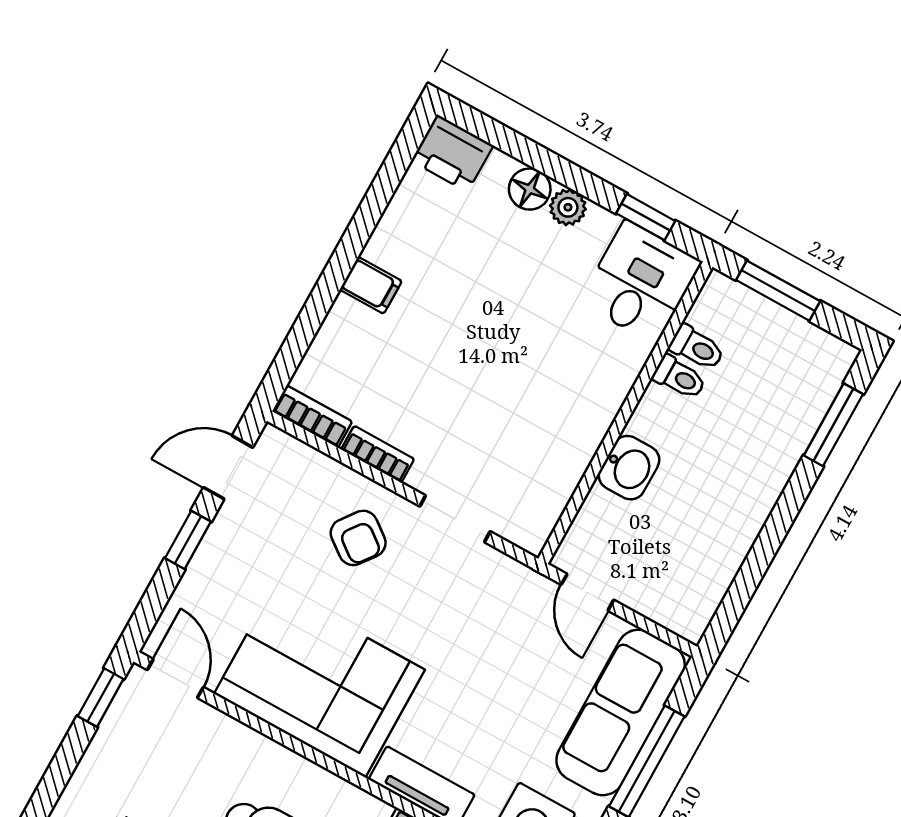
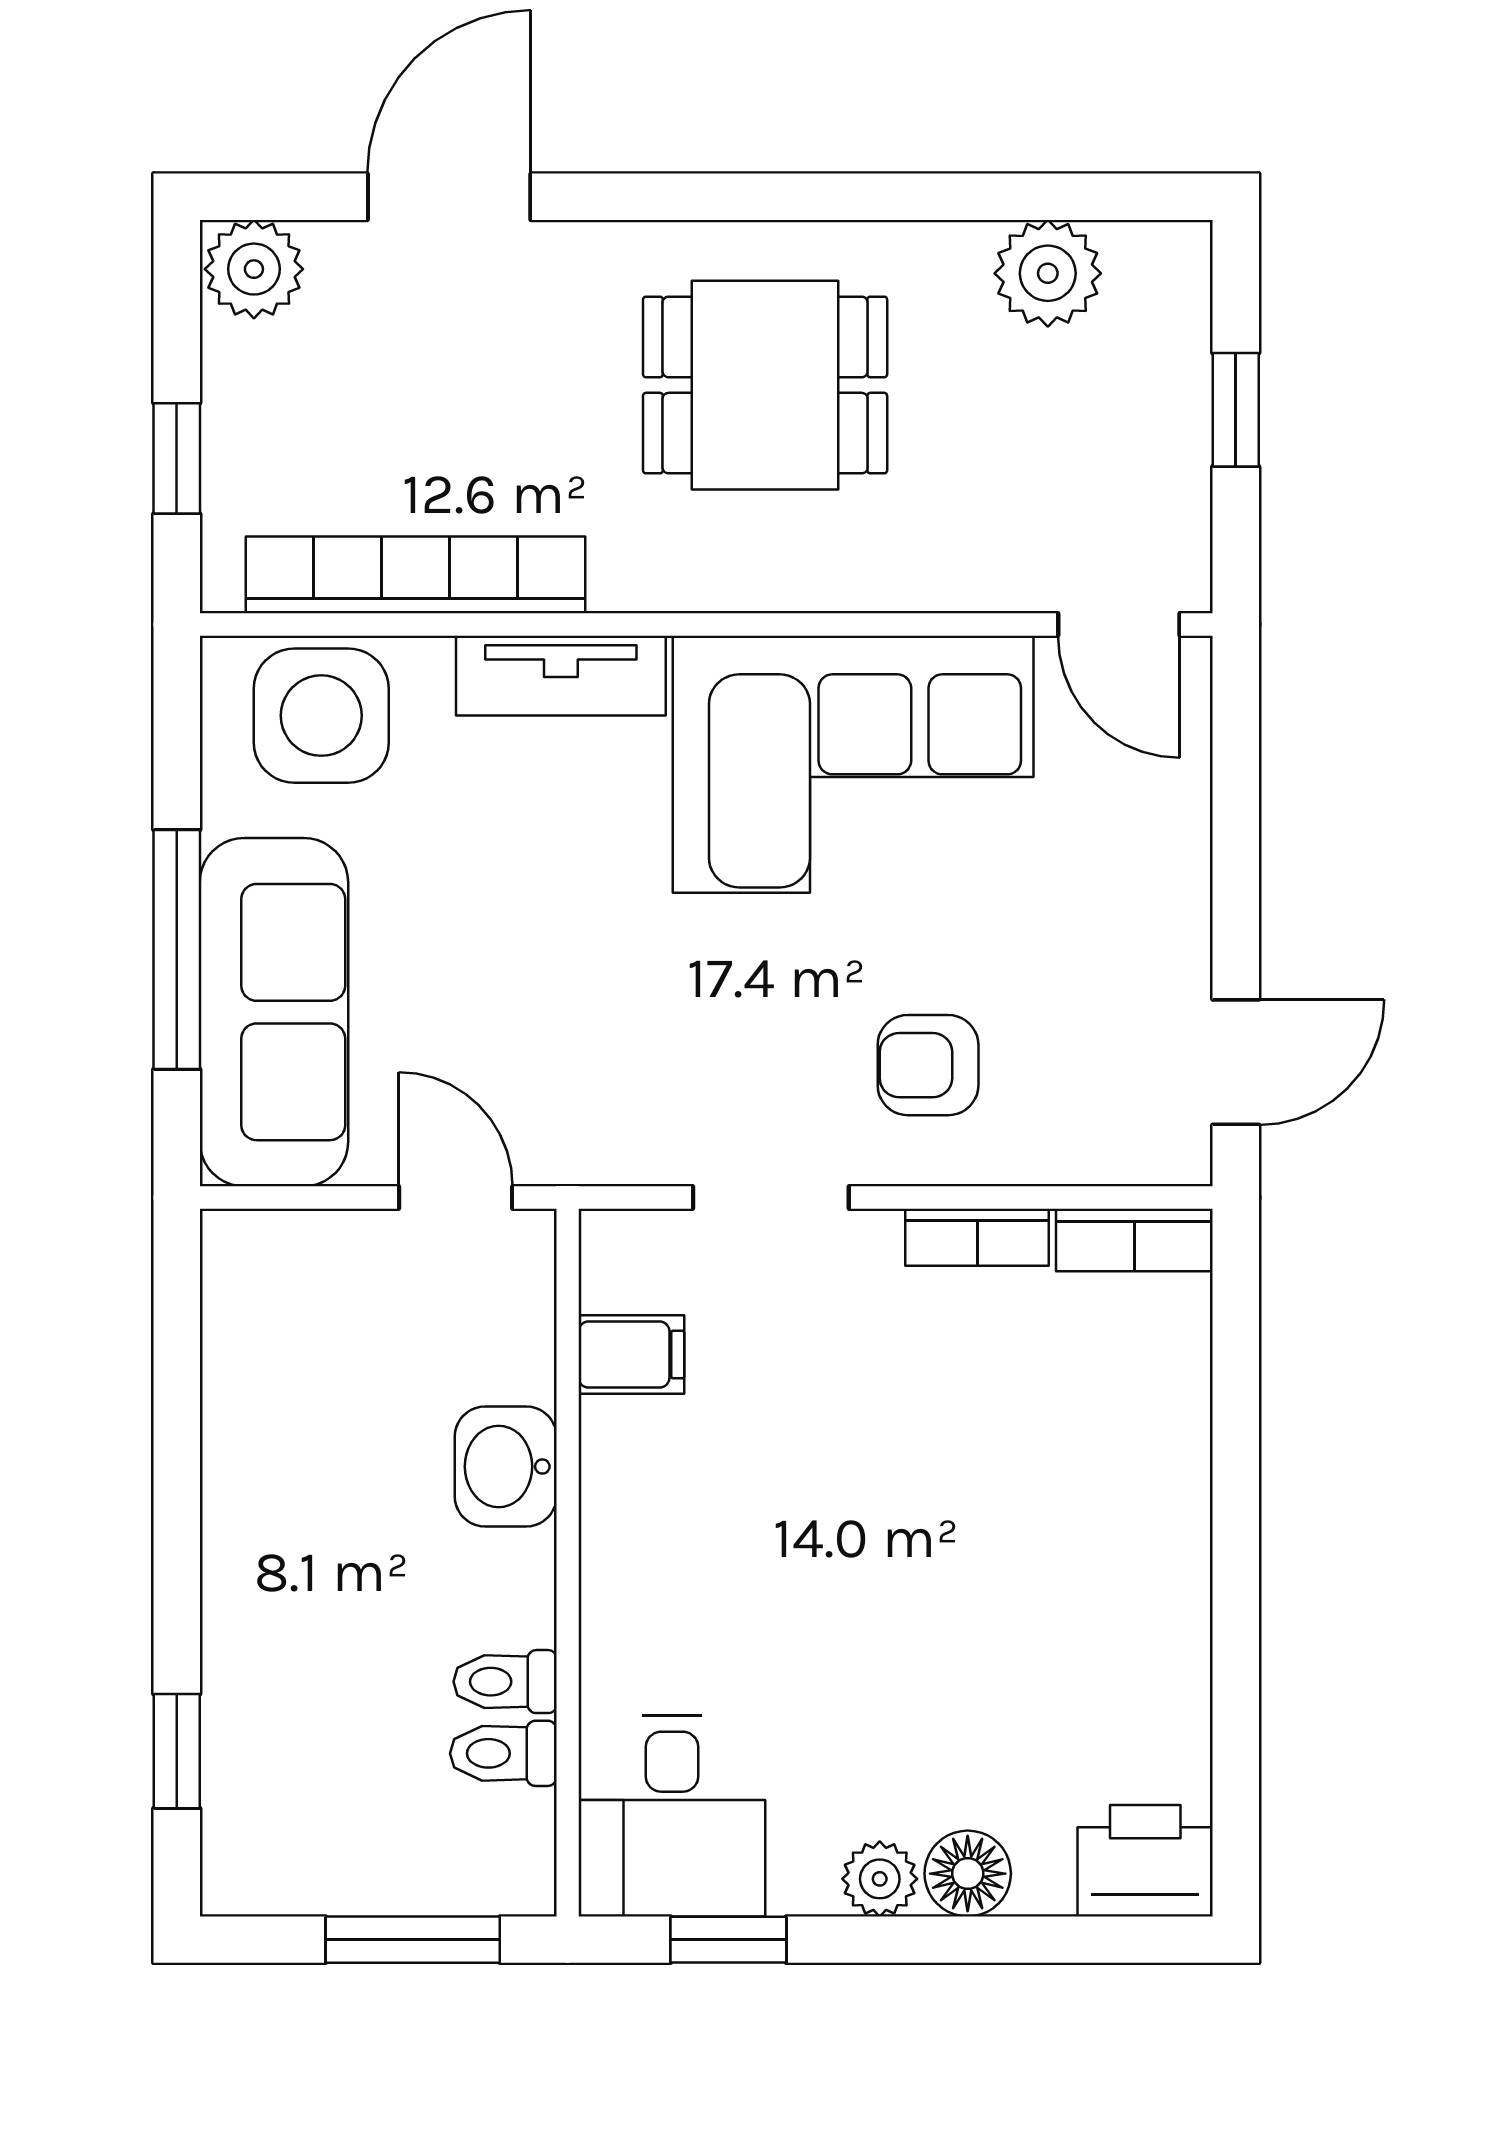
filing cabinet: (371, 285) -> (631, 1355), moved, turned 180
window: (833, 425) -> (177, 1751), width x0.67
armchair: (358, 538) -> (928, 1065), turned -37
window: (188, 540) -> (1236, 890), removed
window: (101, 698) -> (1236, 410), moved

